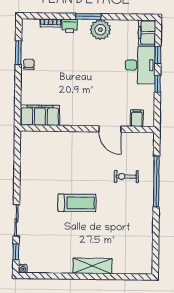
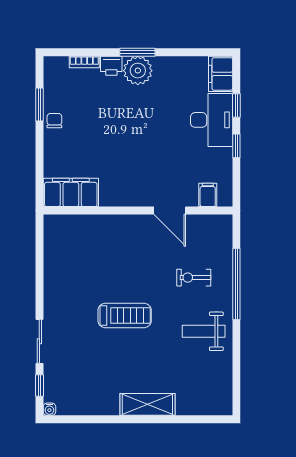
plant: (100, 30) -> (138, 71), moved
weight bench: (133, 215) -> (204, 331), added

